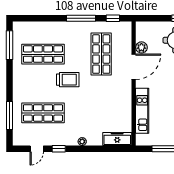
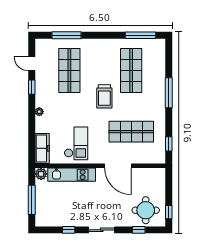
window: (81, 18) -> (169, 93), moved
plant: (141, 47) -> (41, 174), moved
checkout: (112, 107) -> (76, 143), added

